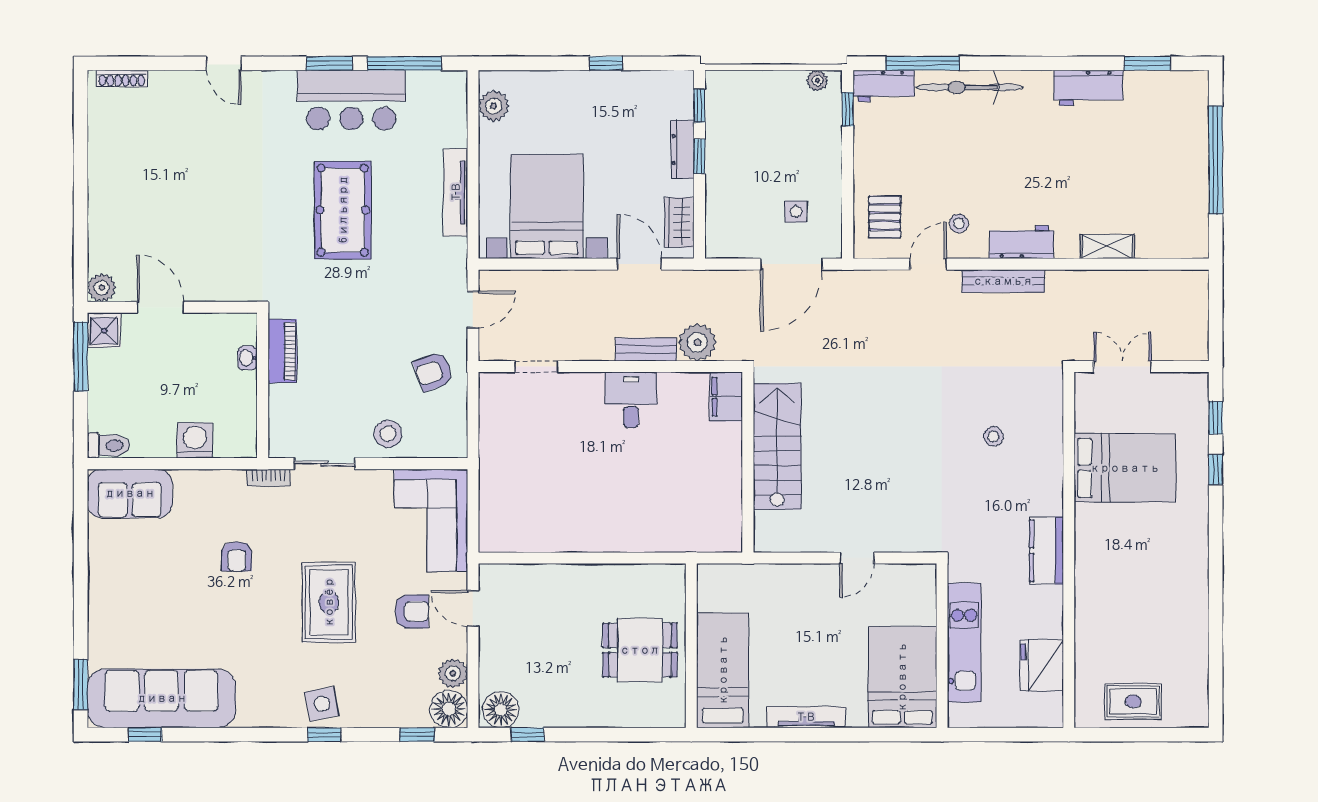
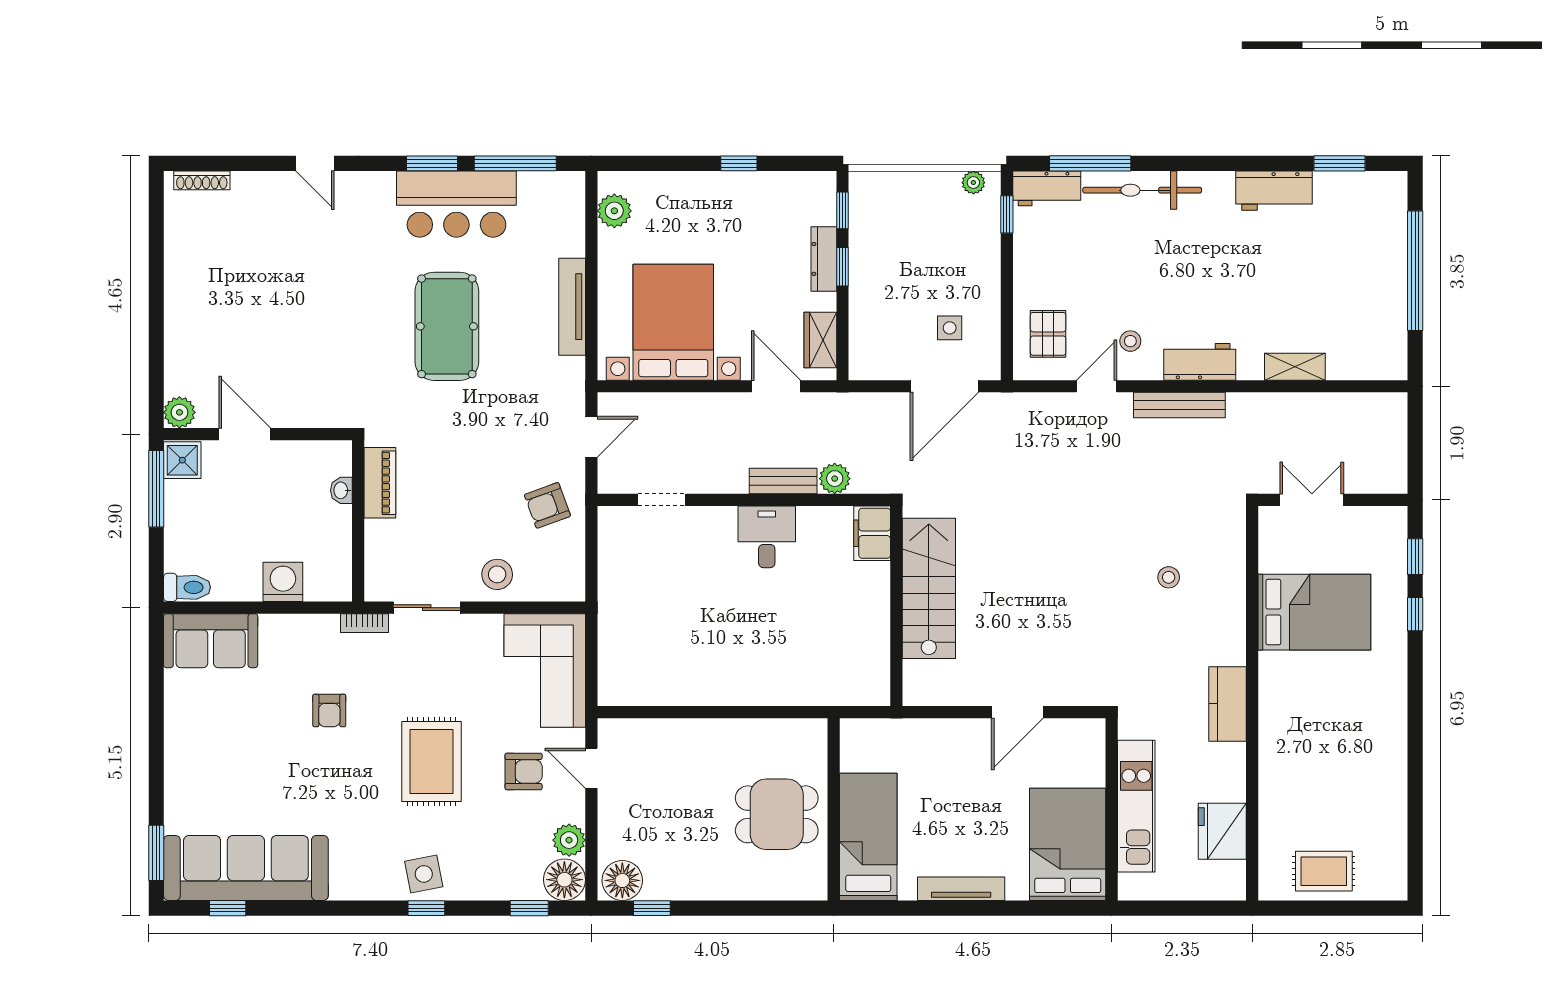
plant: (697, 342) -> (835, 479), width x0.73, depth x0.73
door: (857, 558) -> (1017, 712), width x1.38

